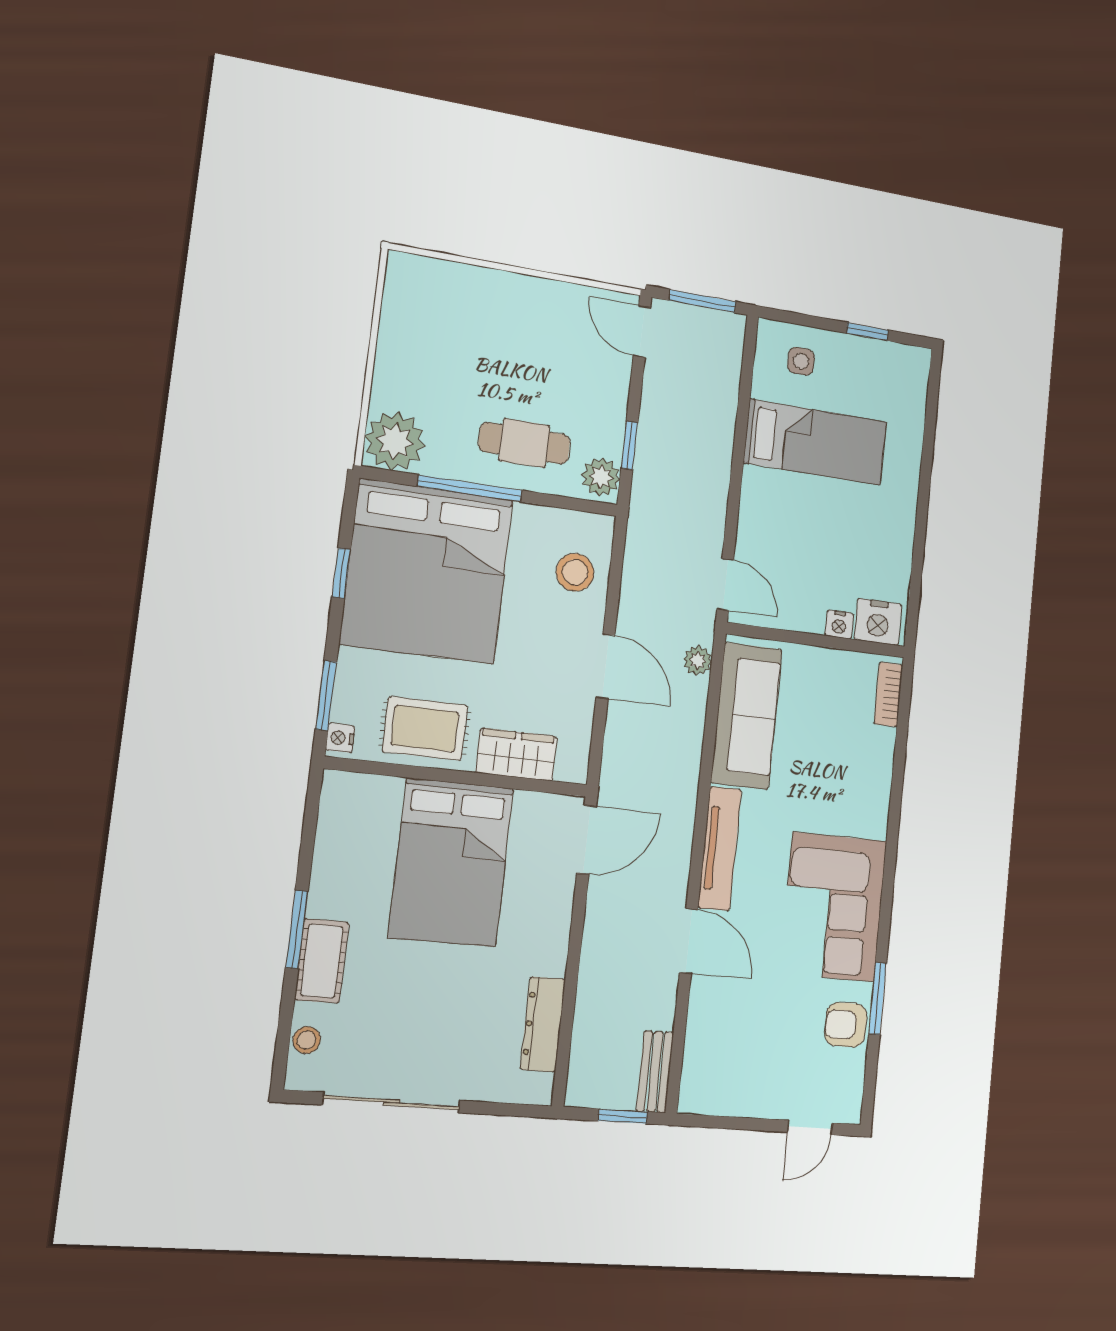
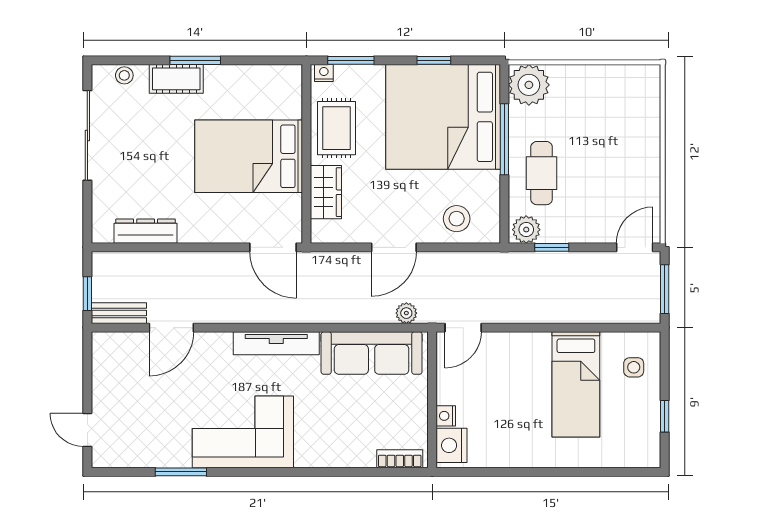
door: (689, 941) -> (171, 328), moved
armchair: (846, 1025) -> (161, 450), removed

